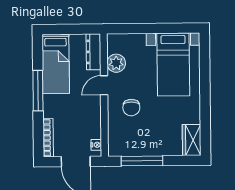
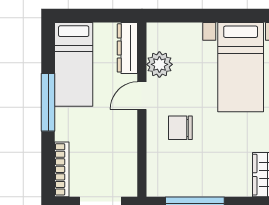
chair: (131, 108) -> (180, 128), turned 90
nightstand: (96, 145) -> (130, 180), removed

